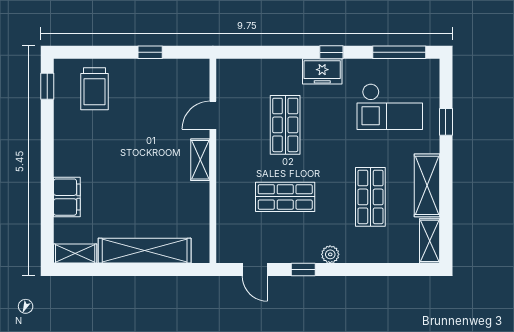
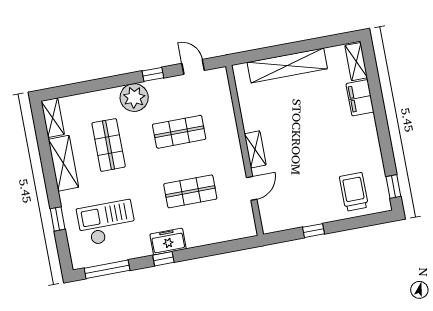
shop shelf: (285, 125) -> (190, 191), turned 90
shelving: (75, 254) -> (356, 62), moved, turned 90
plant: (330, 254) -> (134, 98), width x1.87, depth x1.87

